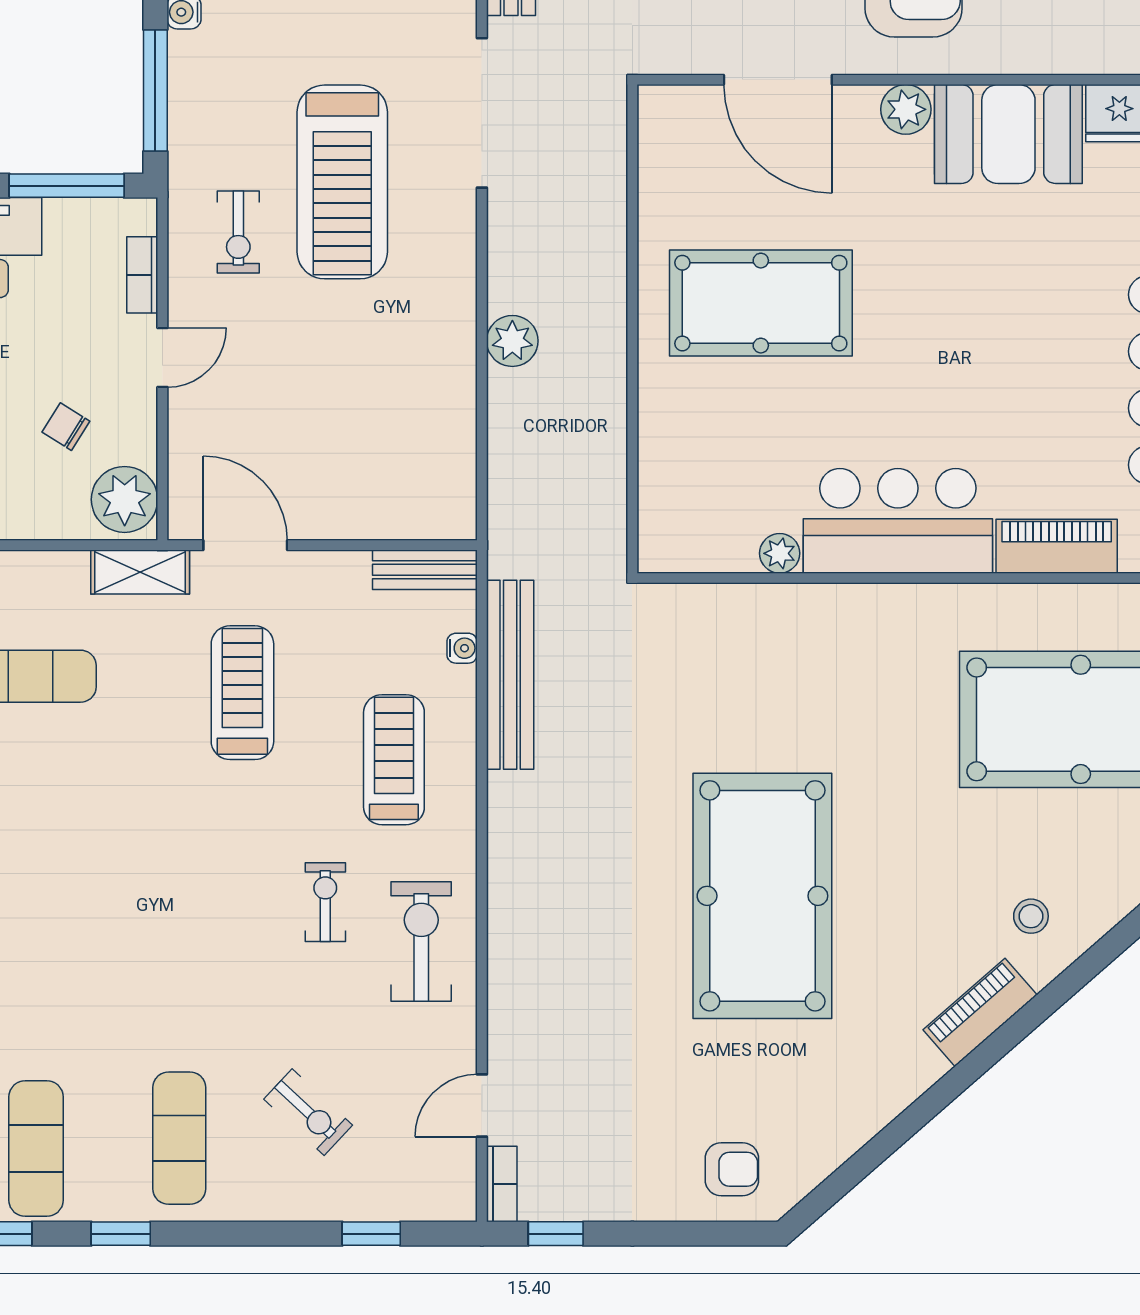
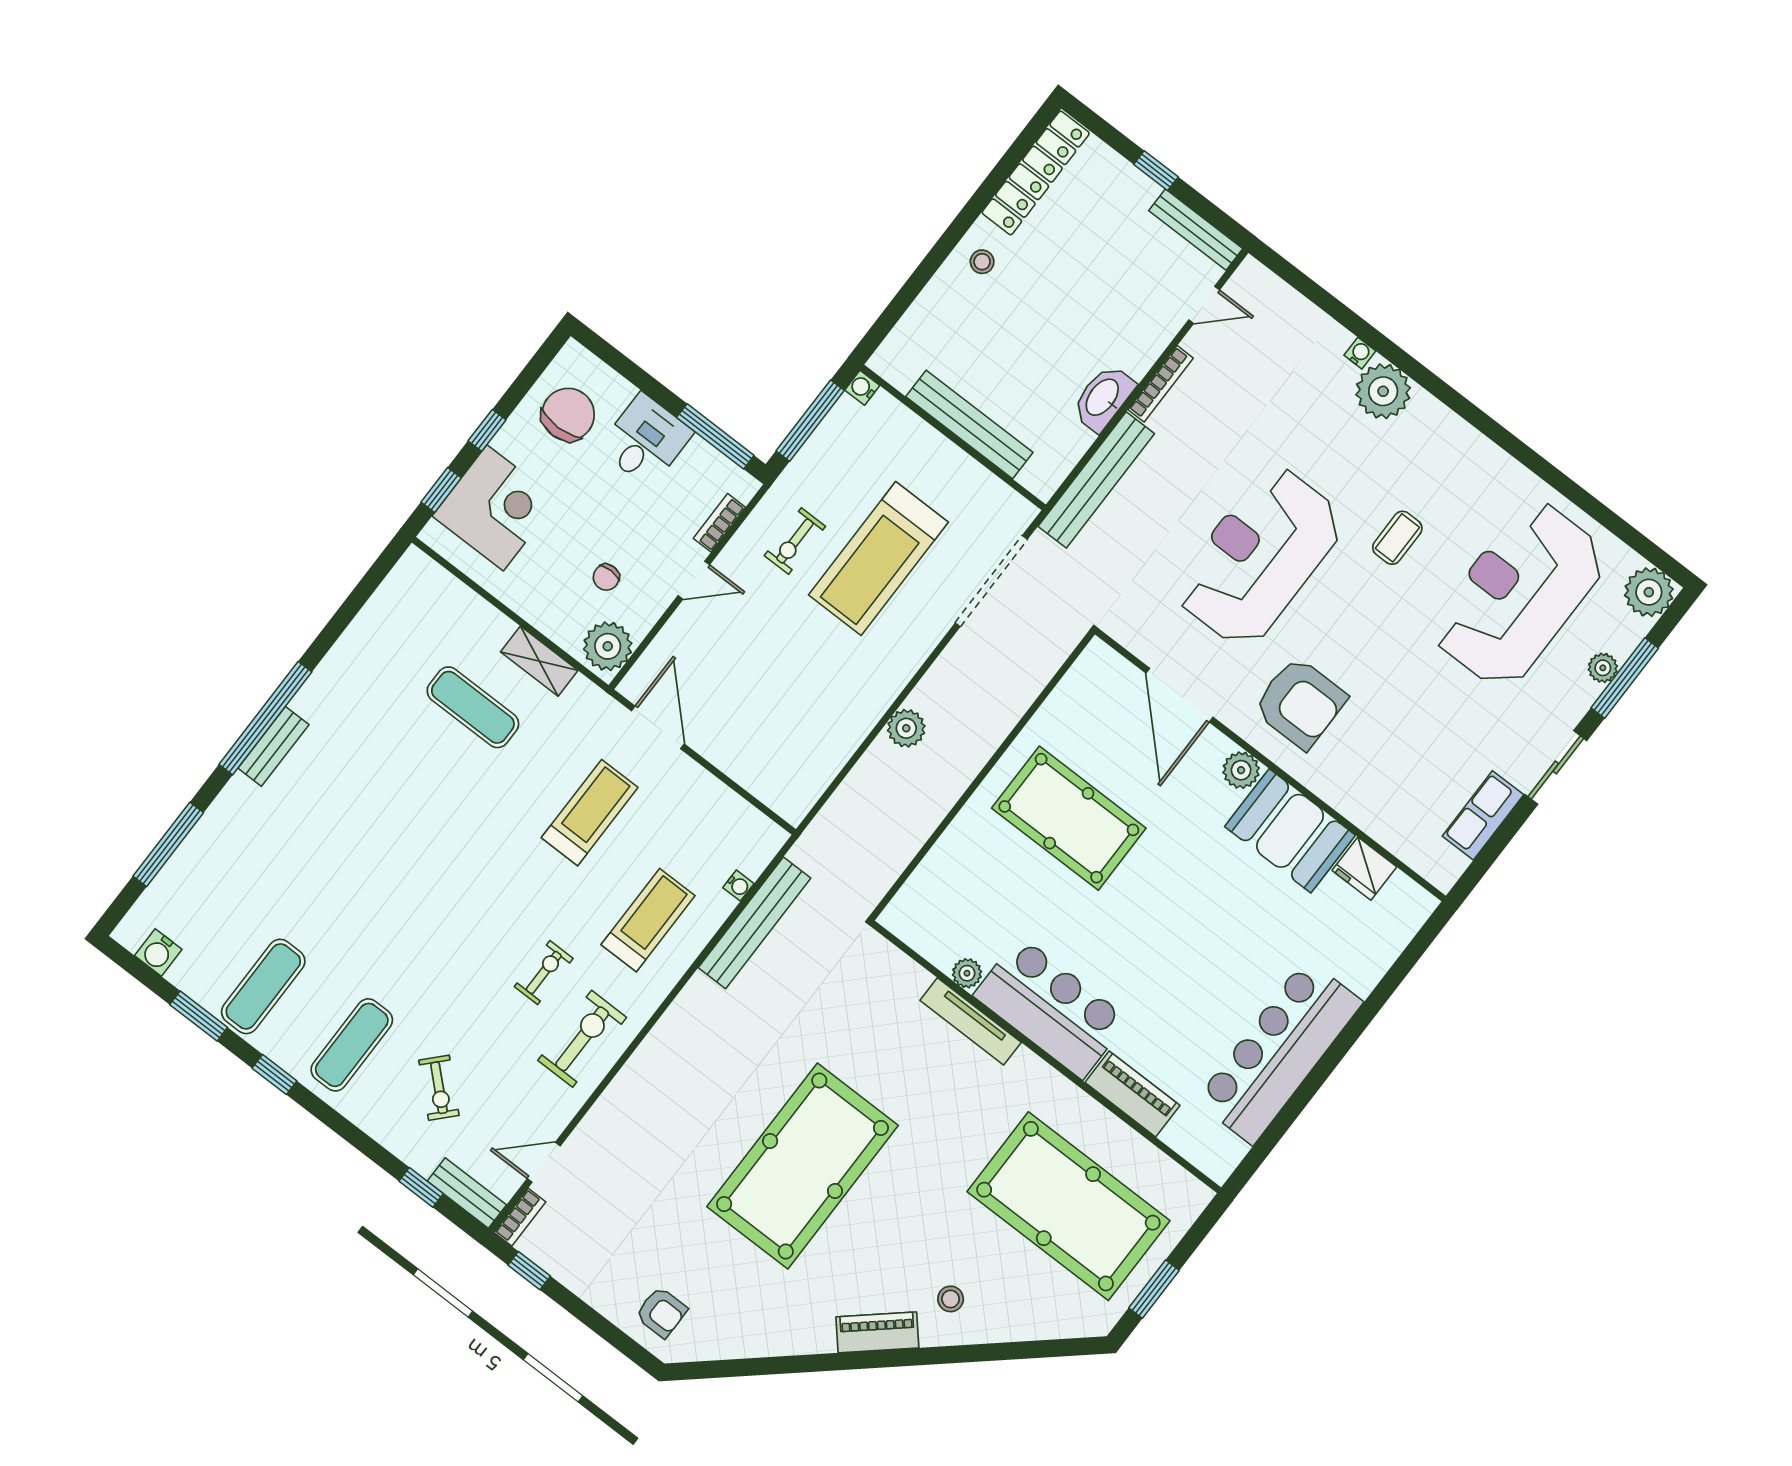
chair: (66, 427) -> (606, 577), turned -122
bench: (425, 570) -> (467, 1193), moved
shelving: (140, 572) -> (539, 661), moved
tv unit: (823, 602) -> (971, 1021), added

